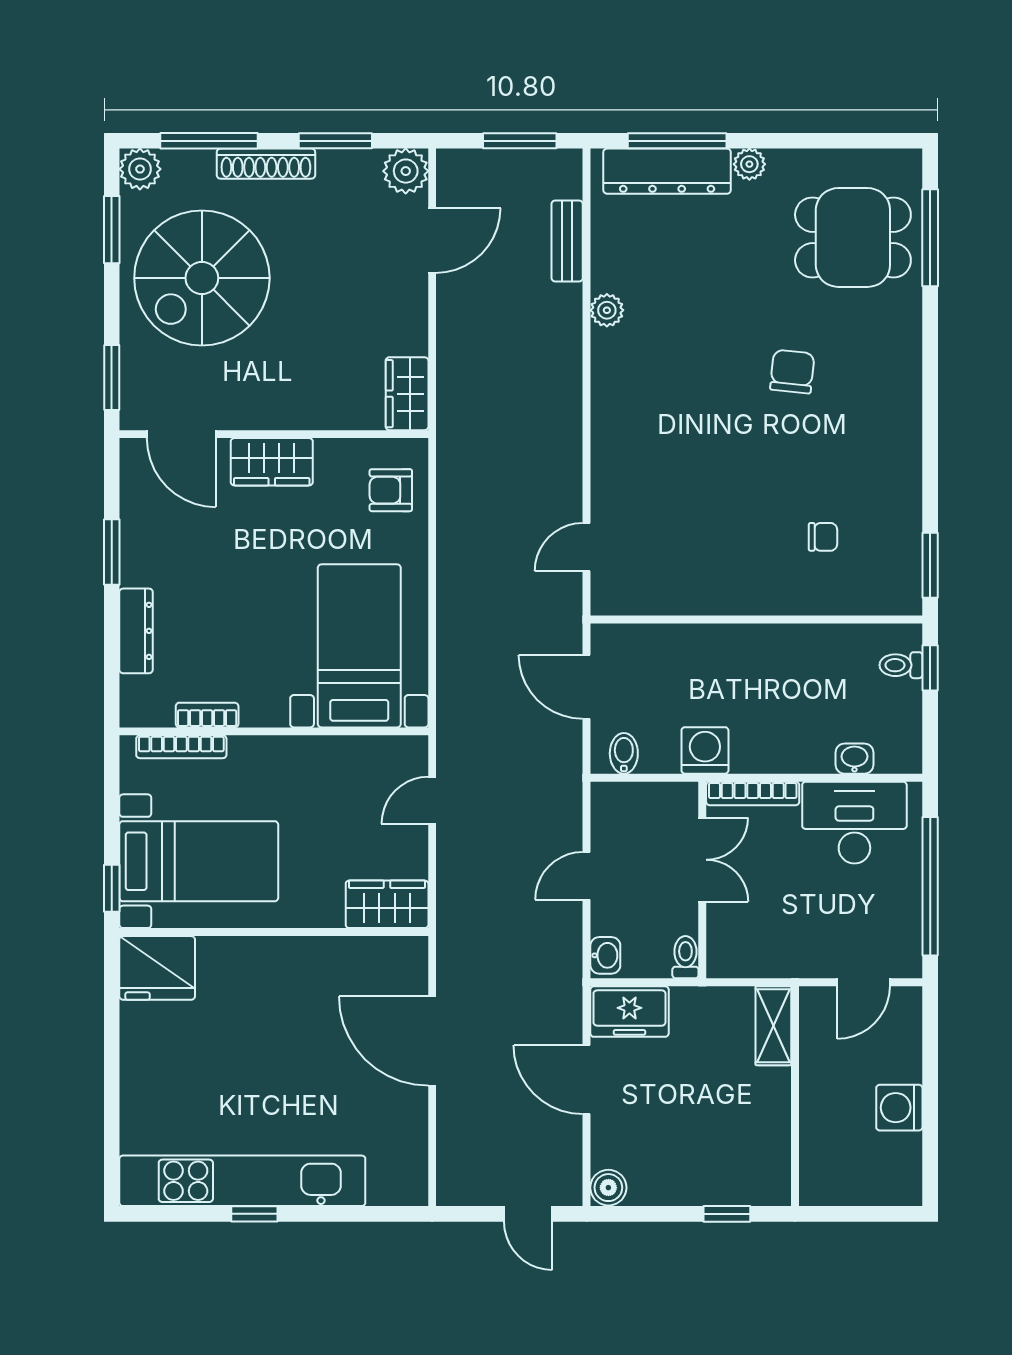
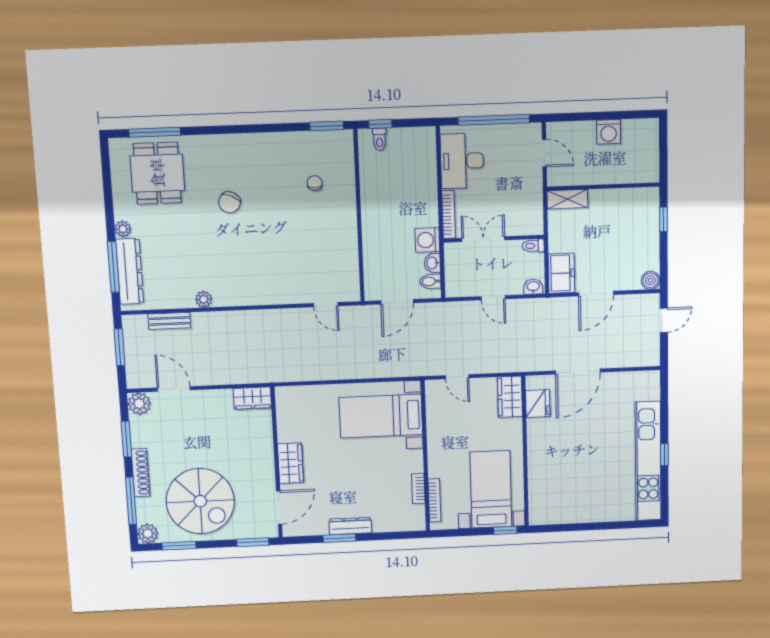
chair: (792, 372) -> (229, 202), turned -71
armchair: (391, 490) -> (302, 404), removed
dresser: (136, 631) -> (350, 526), moved
washbasin: (854, 759) -> (432, 263), moved
fridge: (157, 968) -> (538, 404), moved, width x0.73, depth x0.75

